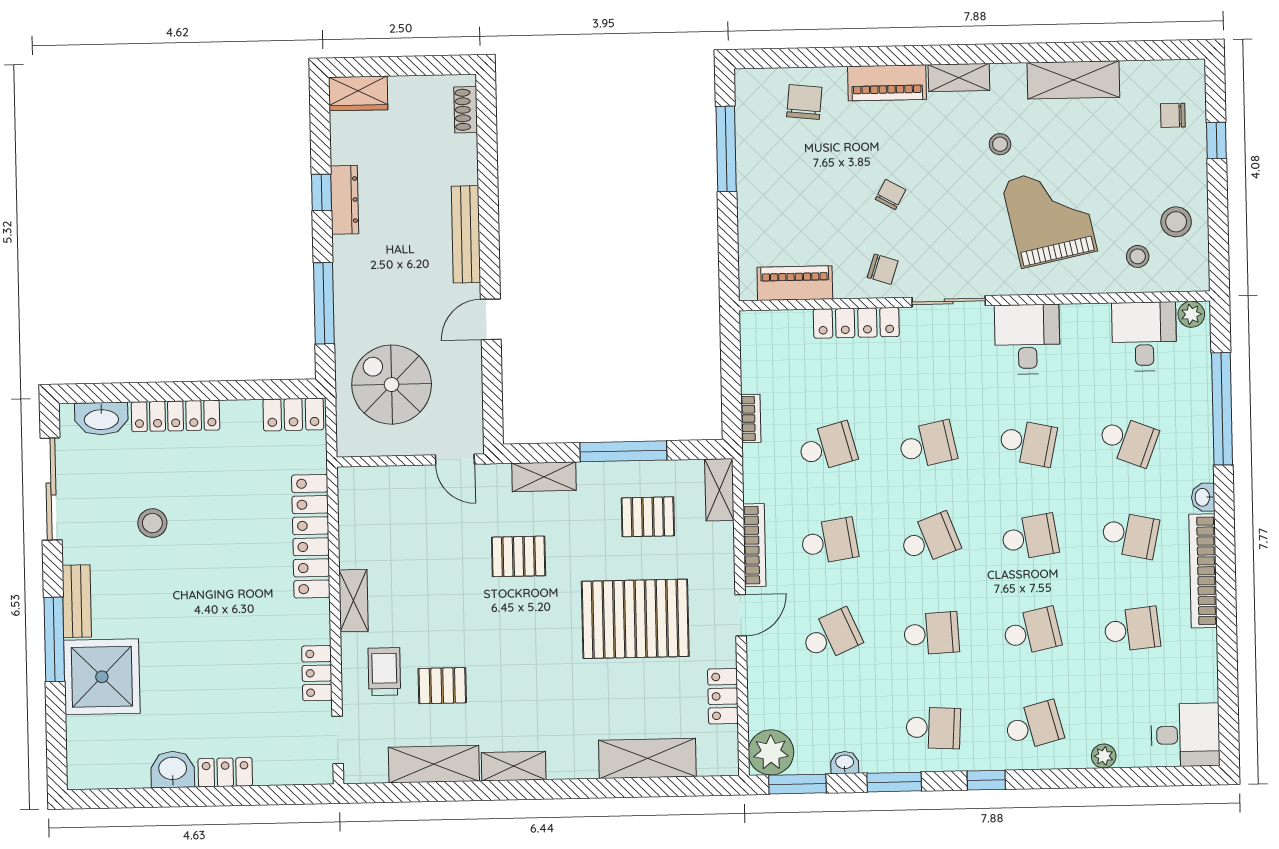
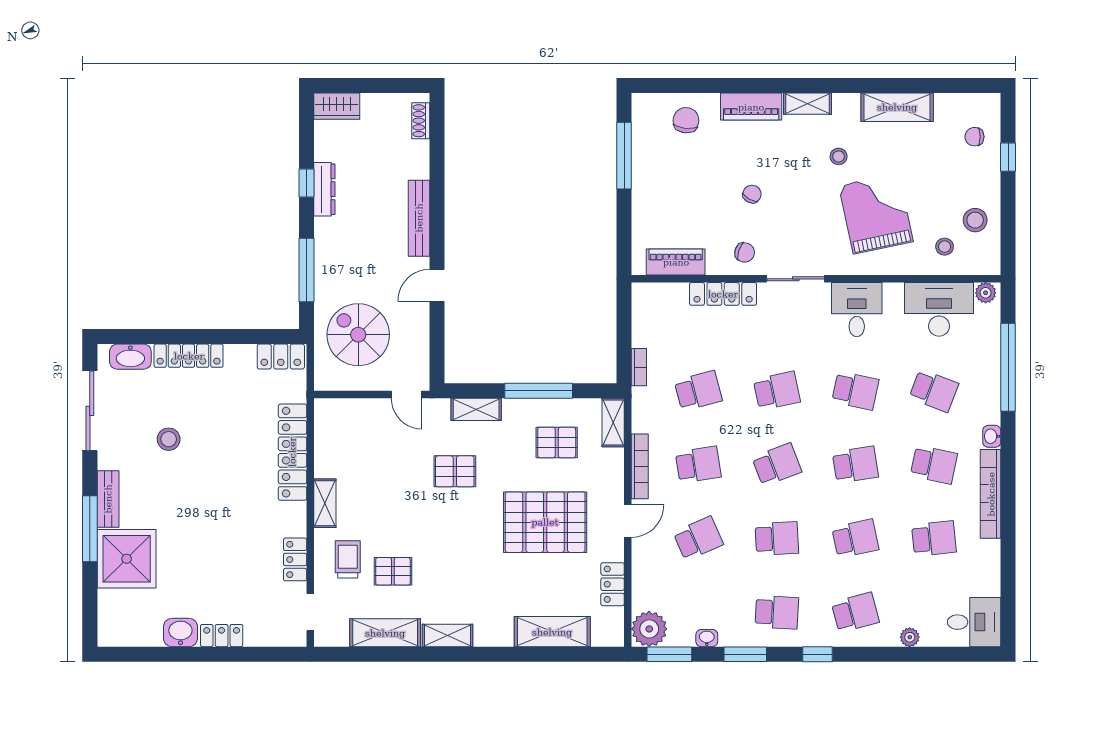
desk: (1144, 336) -> (939, 309), width x1.37

